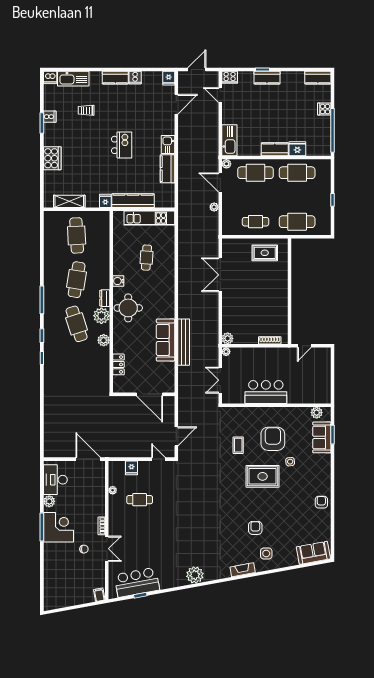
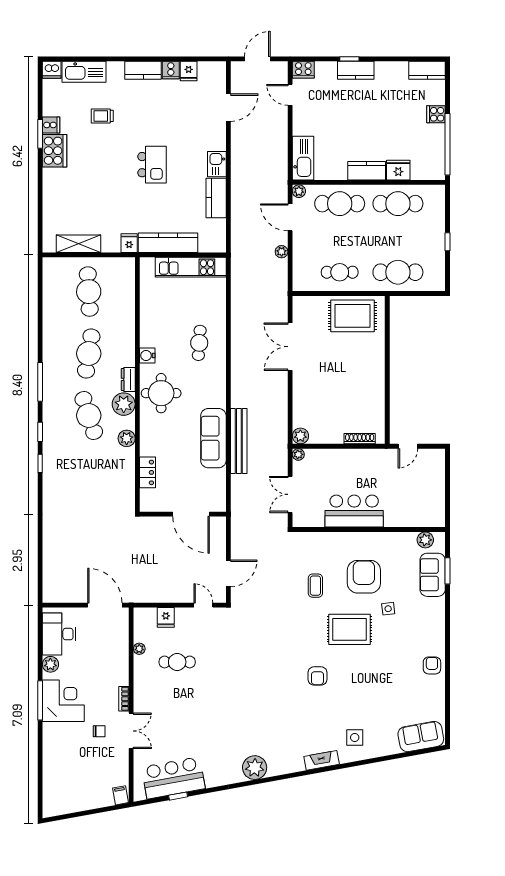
fridge: (169, 78) -> (189, 71), moved
cooker: (52, 158) -> (55, 151), moved
rug: (265, 253) -> (352, 316), width x1.36, depth x1.43
cafe table: (146, 258) -> (199, 343), moved
armchair: (255, 528) -> (317, 676), moved, turned 180

